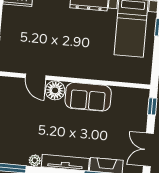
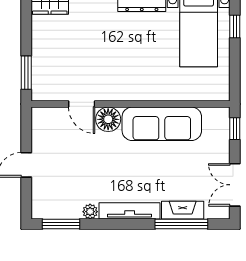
sofa: (88, 97) -> (162, 124), width x1.36

